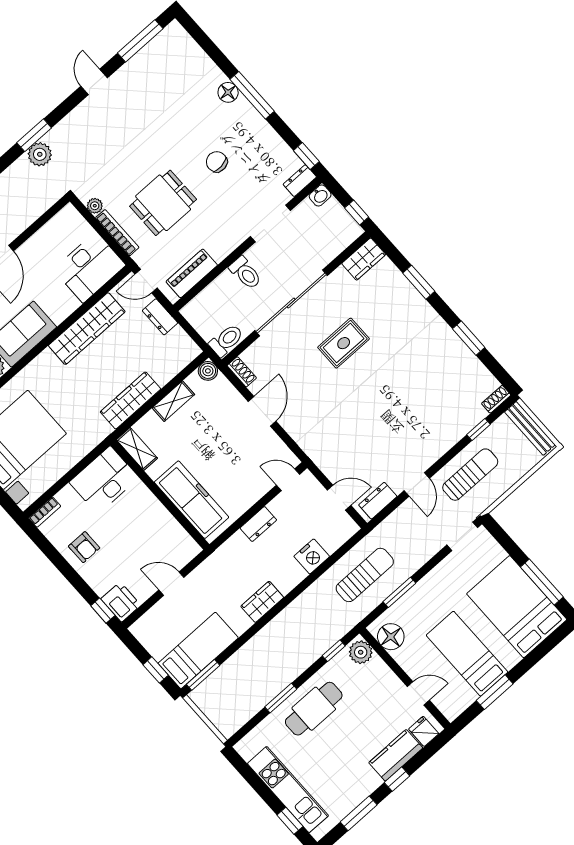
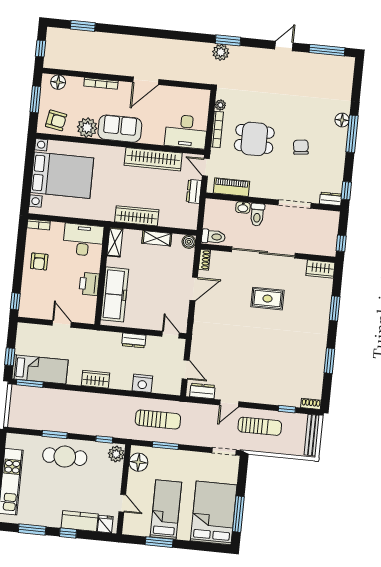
washbasin: (320, 196) -> (243, 207), moved
printer: (121, 602) -> (89, 284), moved, turned 180

